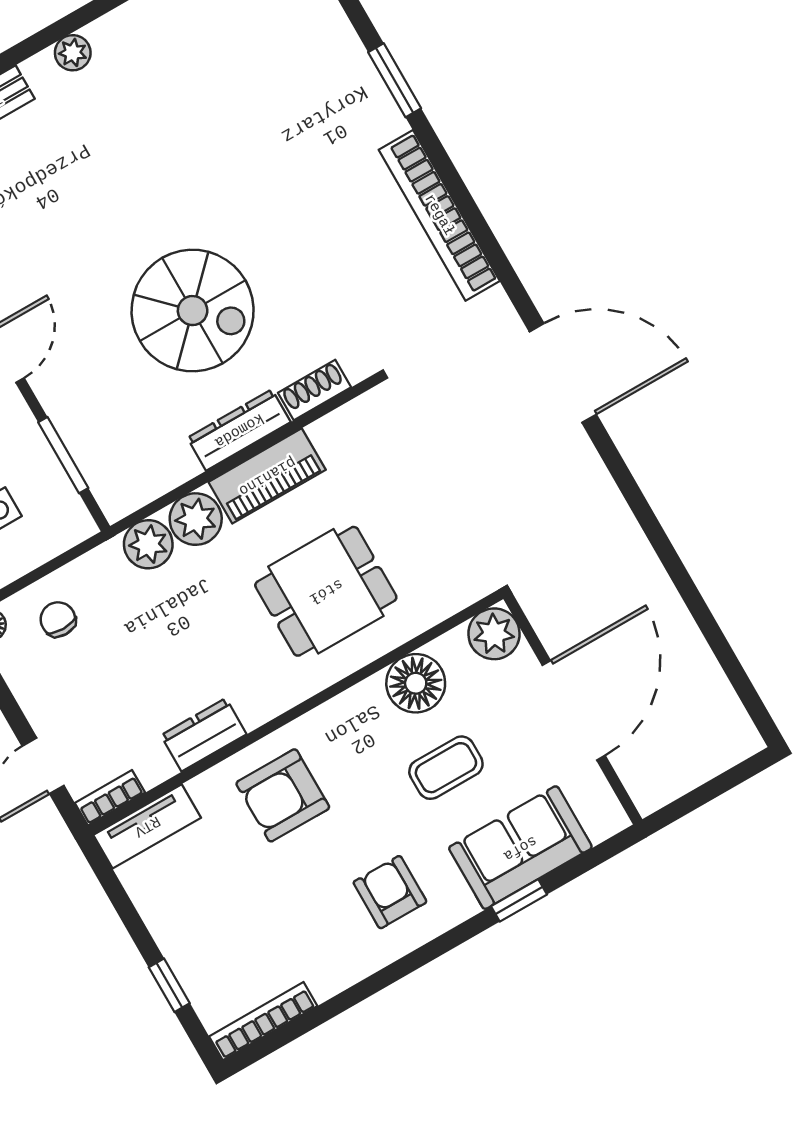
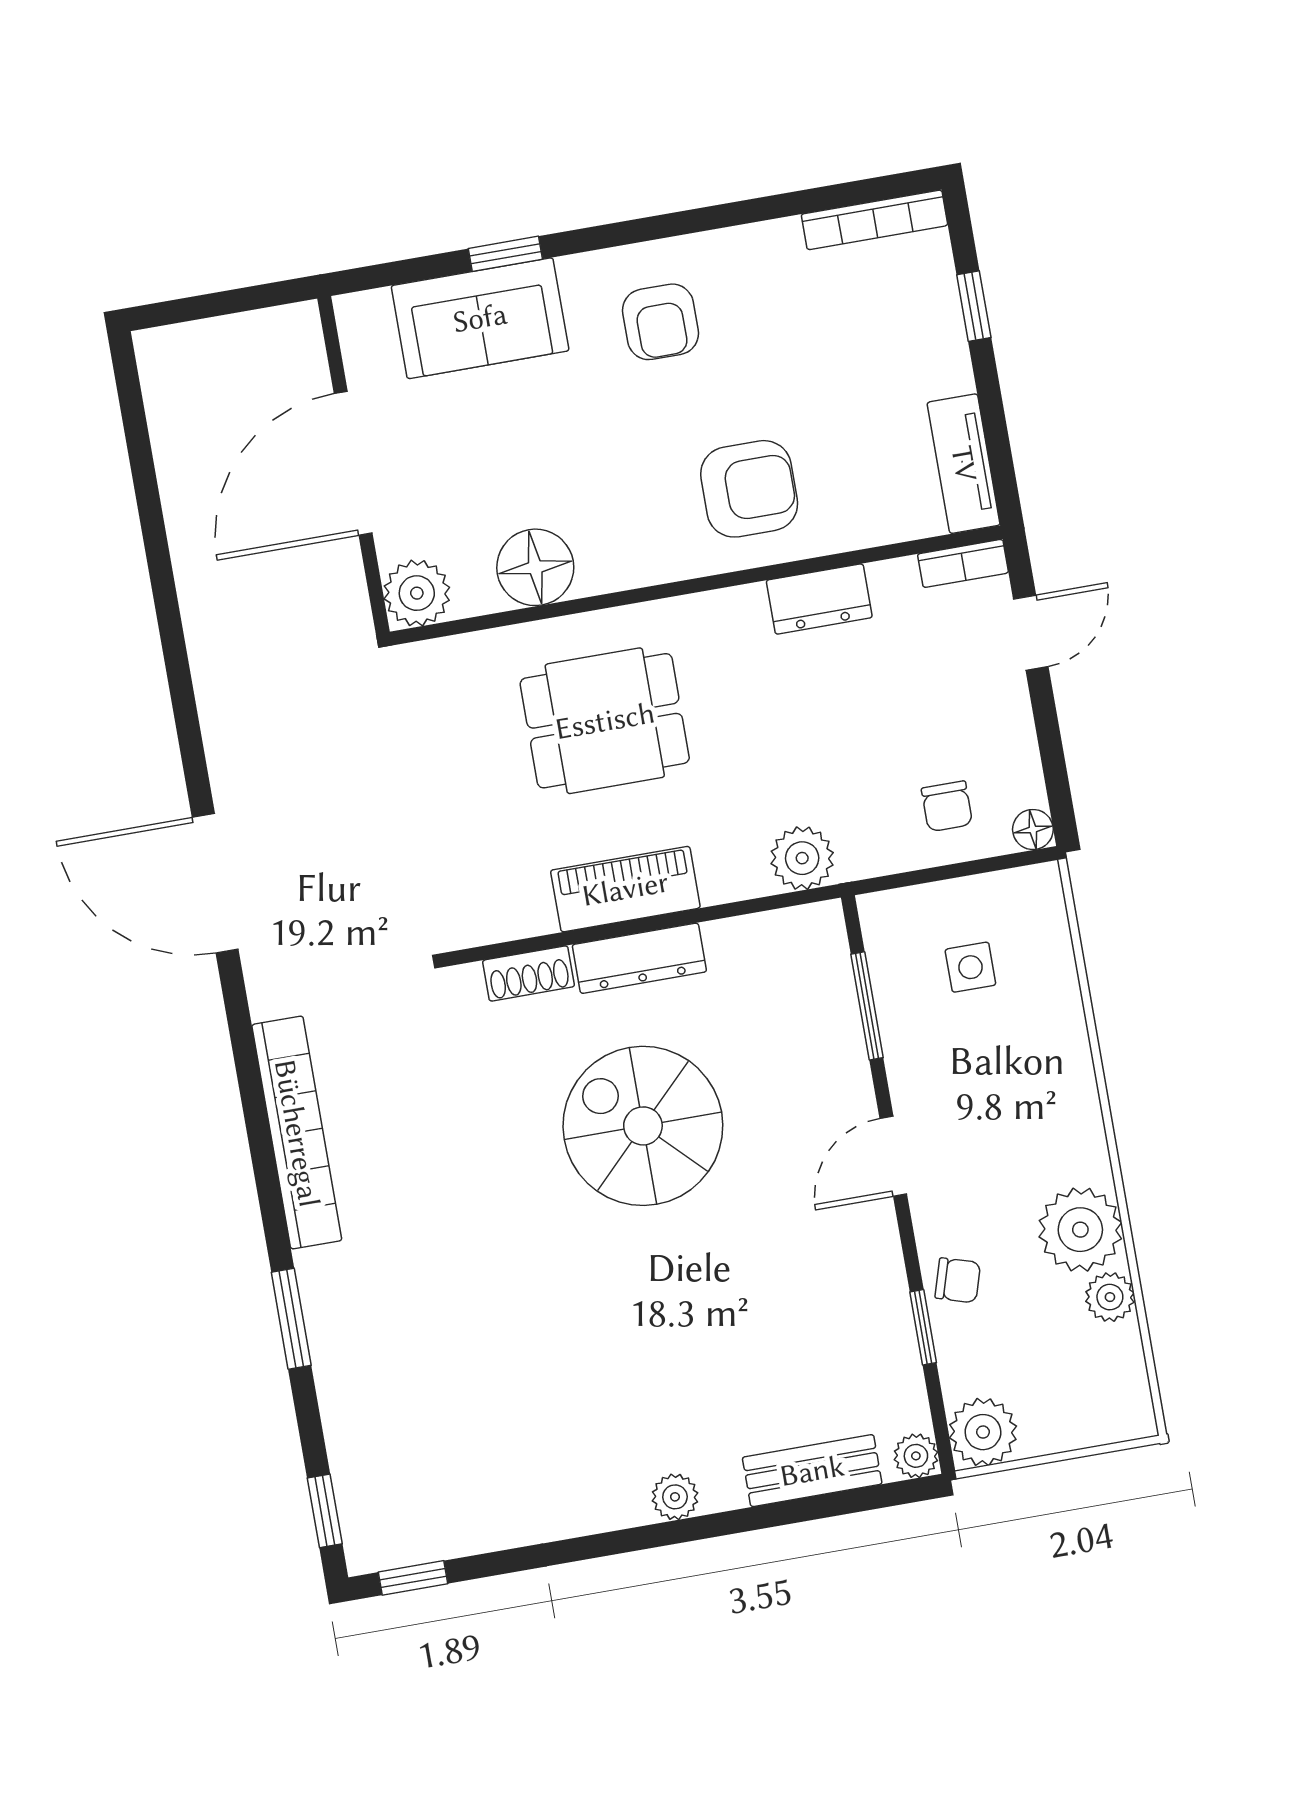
plant: (196, 519) -> (733, 868), removed
coffee table: (446, 768) -> (536, 450), removed
tv unit: (147, 826) -> (964, 464), moved, turned -90

